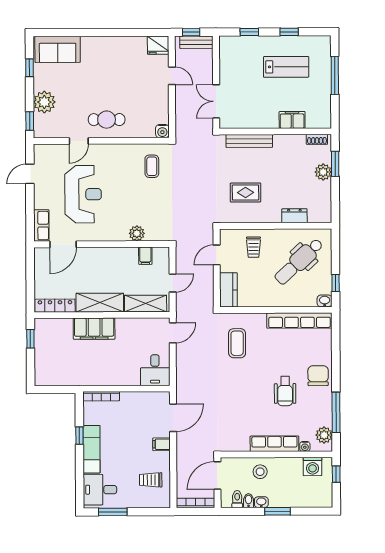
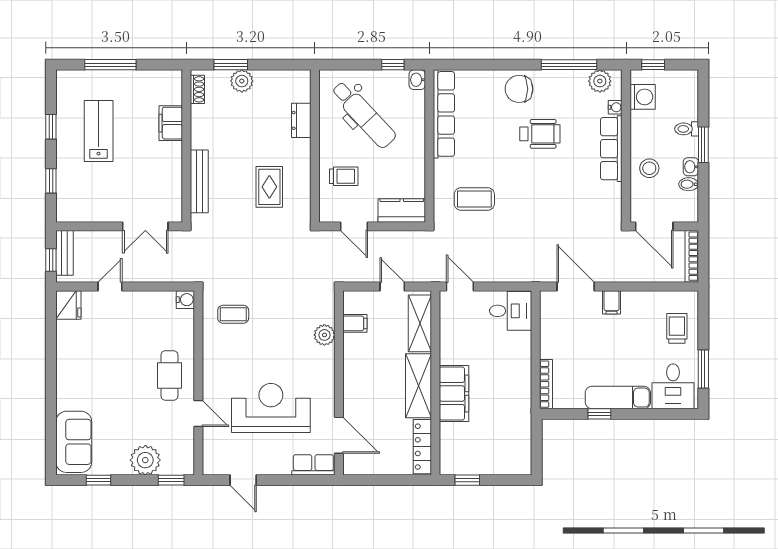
trolley: (151, 480) -> (677, 328), moved, turned 180
toilet: (237, 499) -> (687, 129), moved

